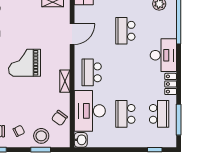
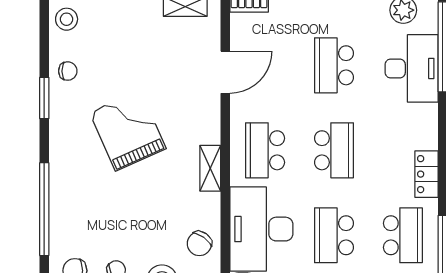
desk: (163, 55) -> (412, 68), moved
grand piano: (24, 63) -> (128, 131), turned 66
school desk: (125, 72) -> (334, 150), added

